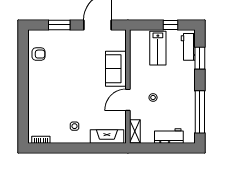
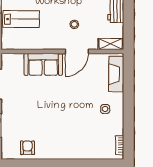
door: (128, 100) -> (77, 51), hinge flipped

